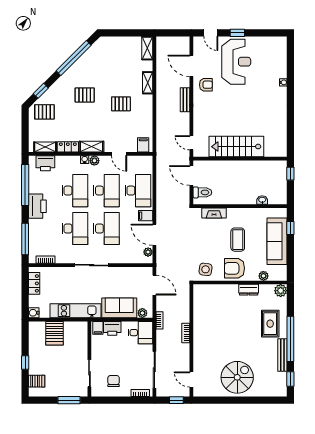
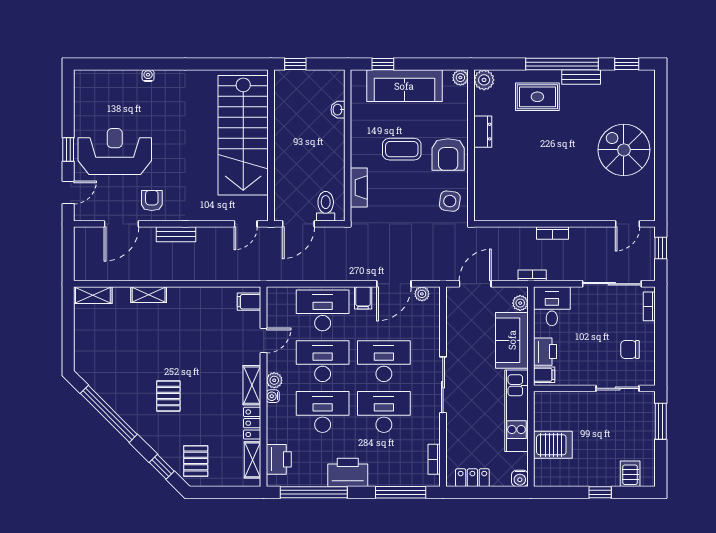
pallet: (121, 104) -> (183, 338), removed
stairs: (236, 147) -> (243, 135), width x1.36, depth x1.51
plant: (263, 276) -> (460, 78), moved
bench: (282, 355) -> (581, 77), width x0.73

